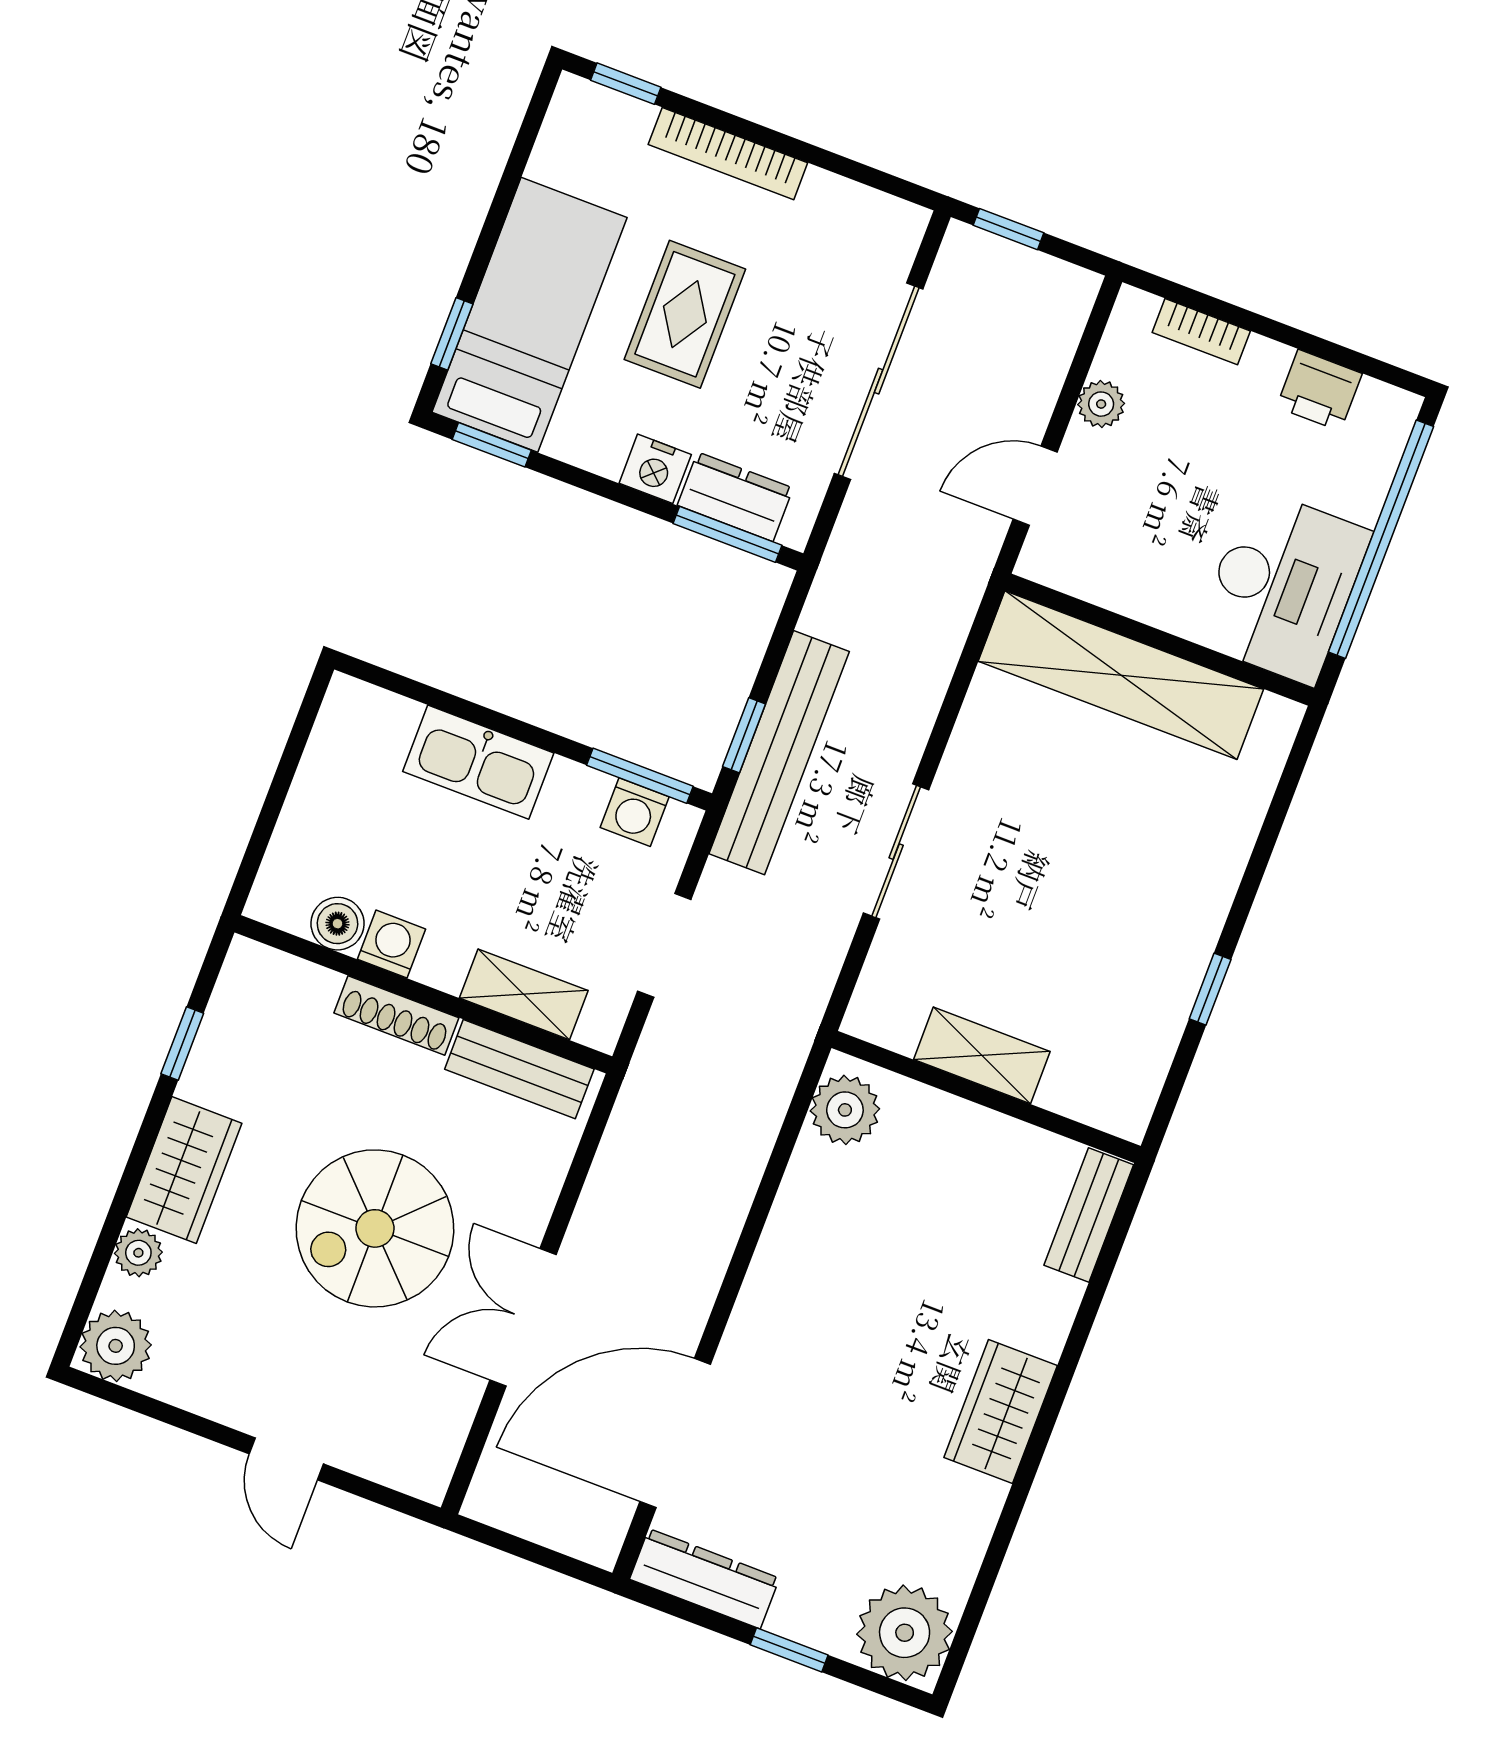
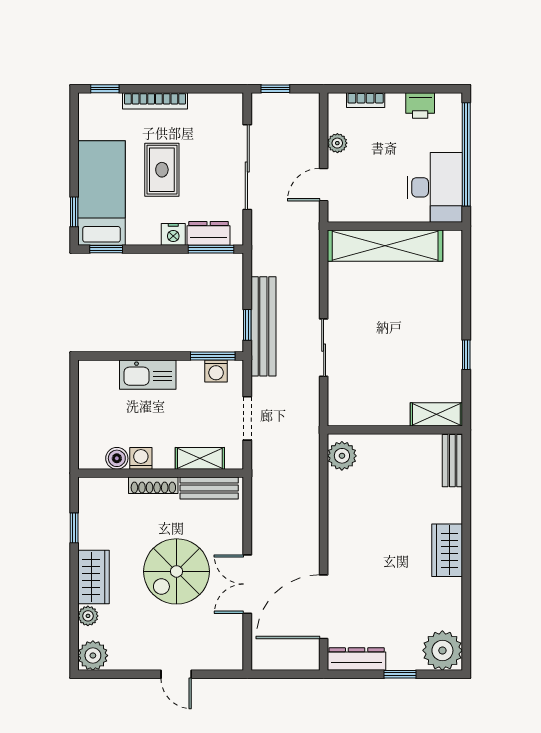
shelving: (982, 1055) -> (436, 414), moved

